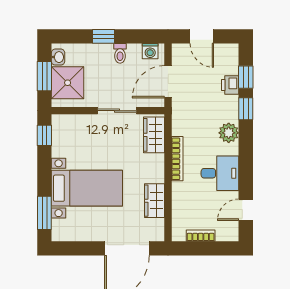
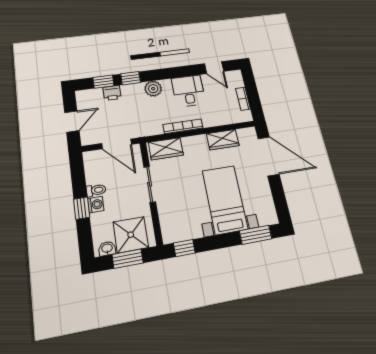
washing machine: (150, 51) -> (96, 205), moved

